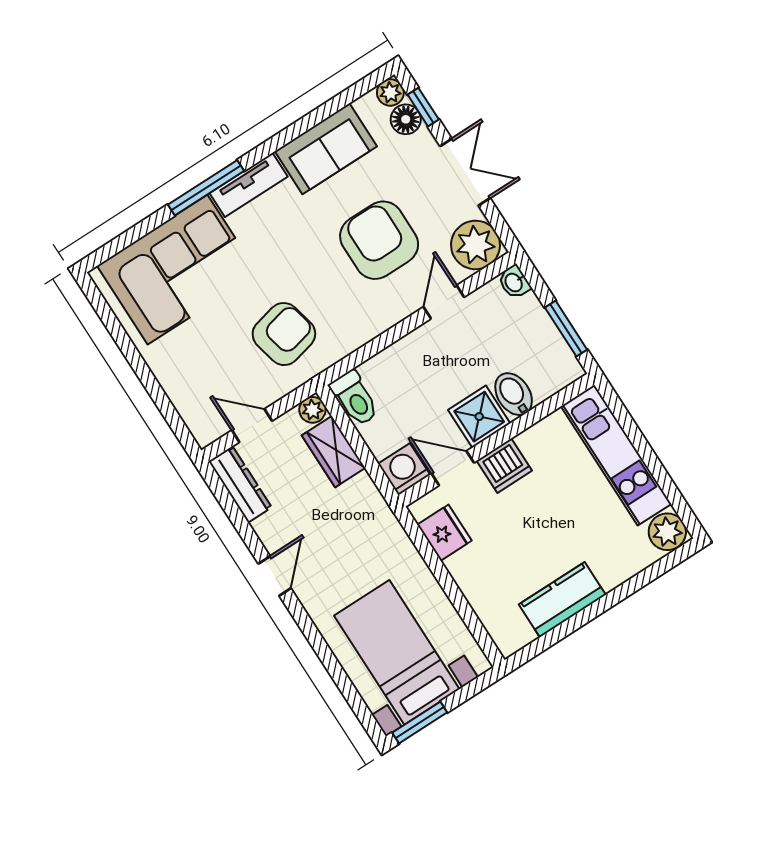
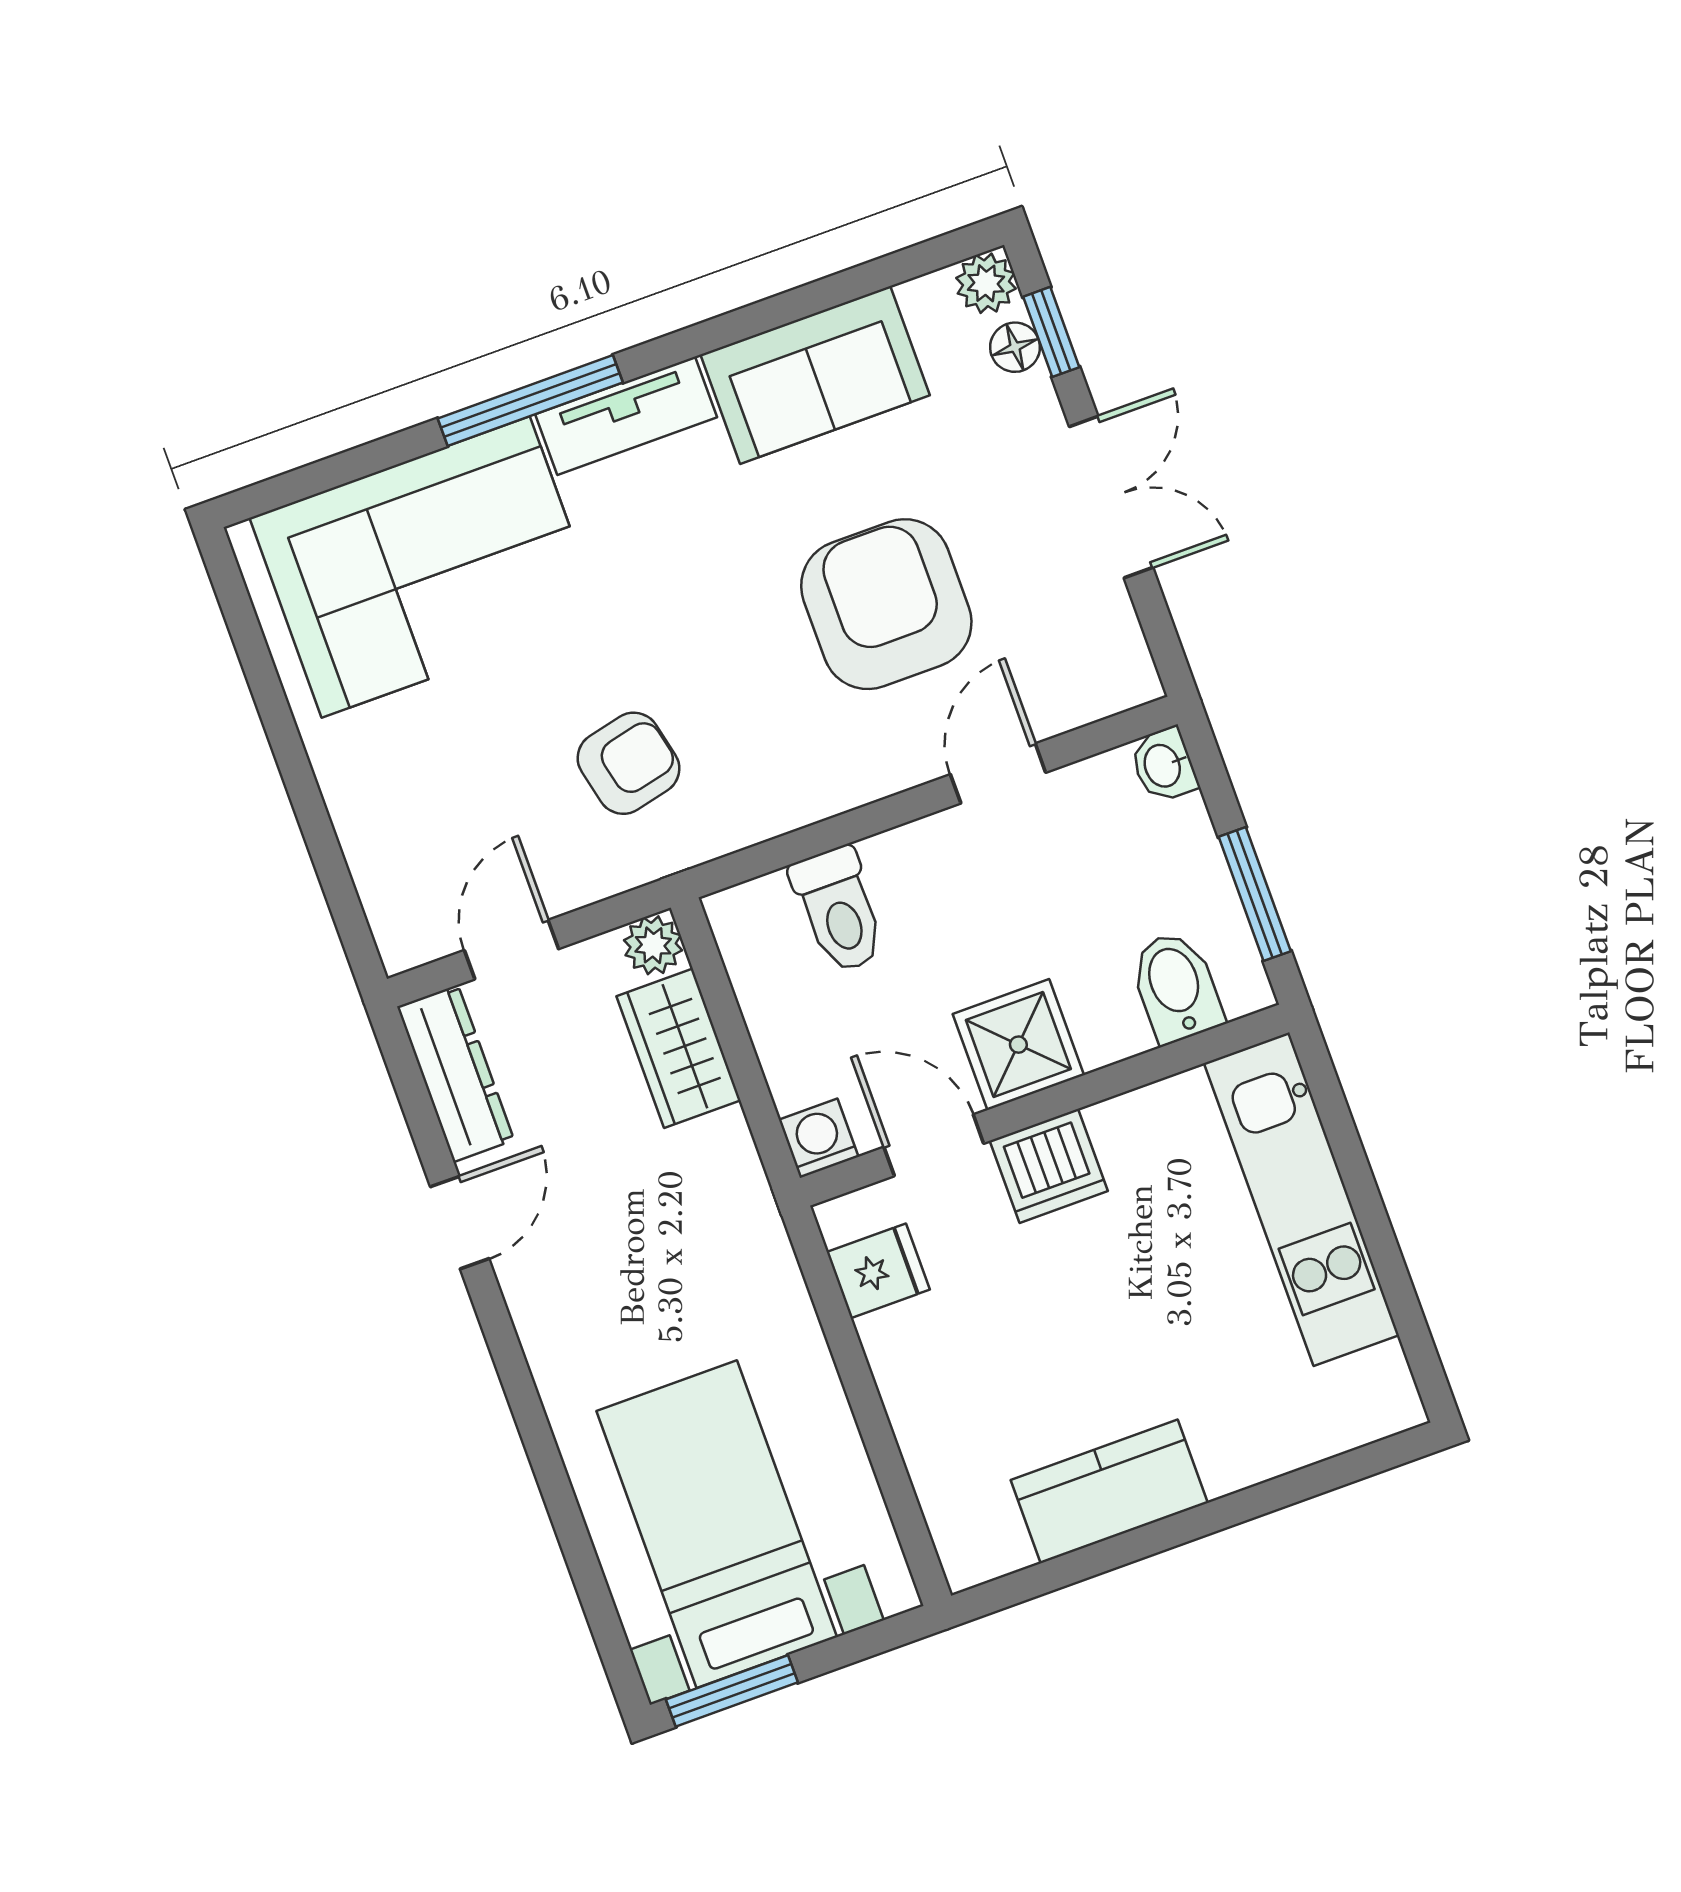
floor lamp: (406, 119) -> (1015, 347), width x0.73, depth x0.73
plant: (475, 245) -> (1097, 663), removed
armchair: (284, 334) -> (628, 763), width x0.72, depth x0.72
bidet: (514, 394) -> (1176, 987), moved
toilet: (355, 398) -> (839, 910), moved
door: (252, 426) -> (511, 950), hinge flipped
washing machine: (404, 469) -> (819, 1138), width x0.73, depth x0.73
plant: (667, 532) -> (1376, 1394), removed
fridge: (444, 533) -> (878, 1271), width x0.72
door: (275, 576) -> (460, 1223), moved

